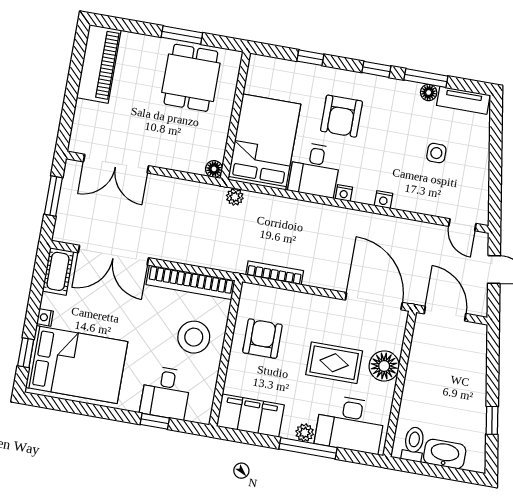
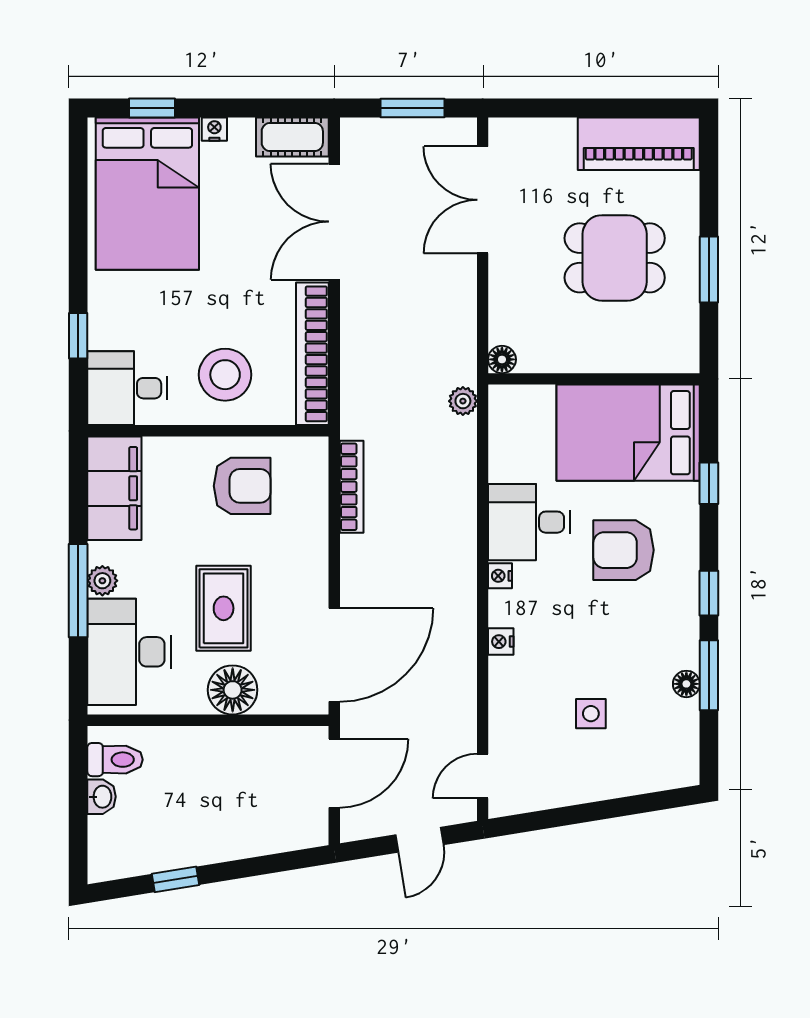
dining table: (191, 78) -> (615, 258), moved
tv unit: (463, 100) -> (684, 742), removed
bed: (264, 142) -> (628, 433), moved, turned 180
desk: (166, 393) -> (127, 388), moved
washbasin: (445, 454) -> (102, 797), width x0.52, depth x0.69

